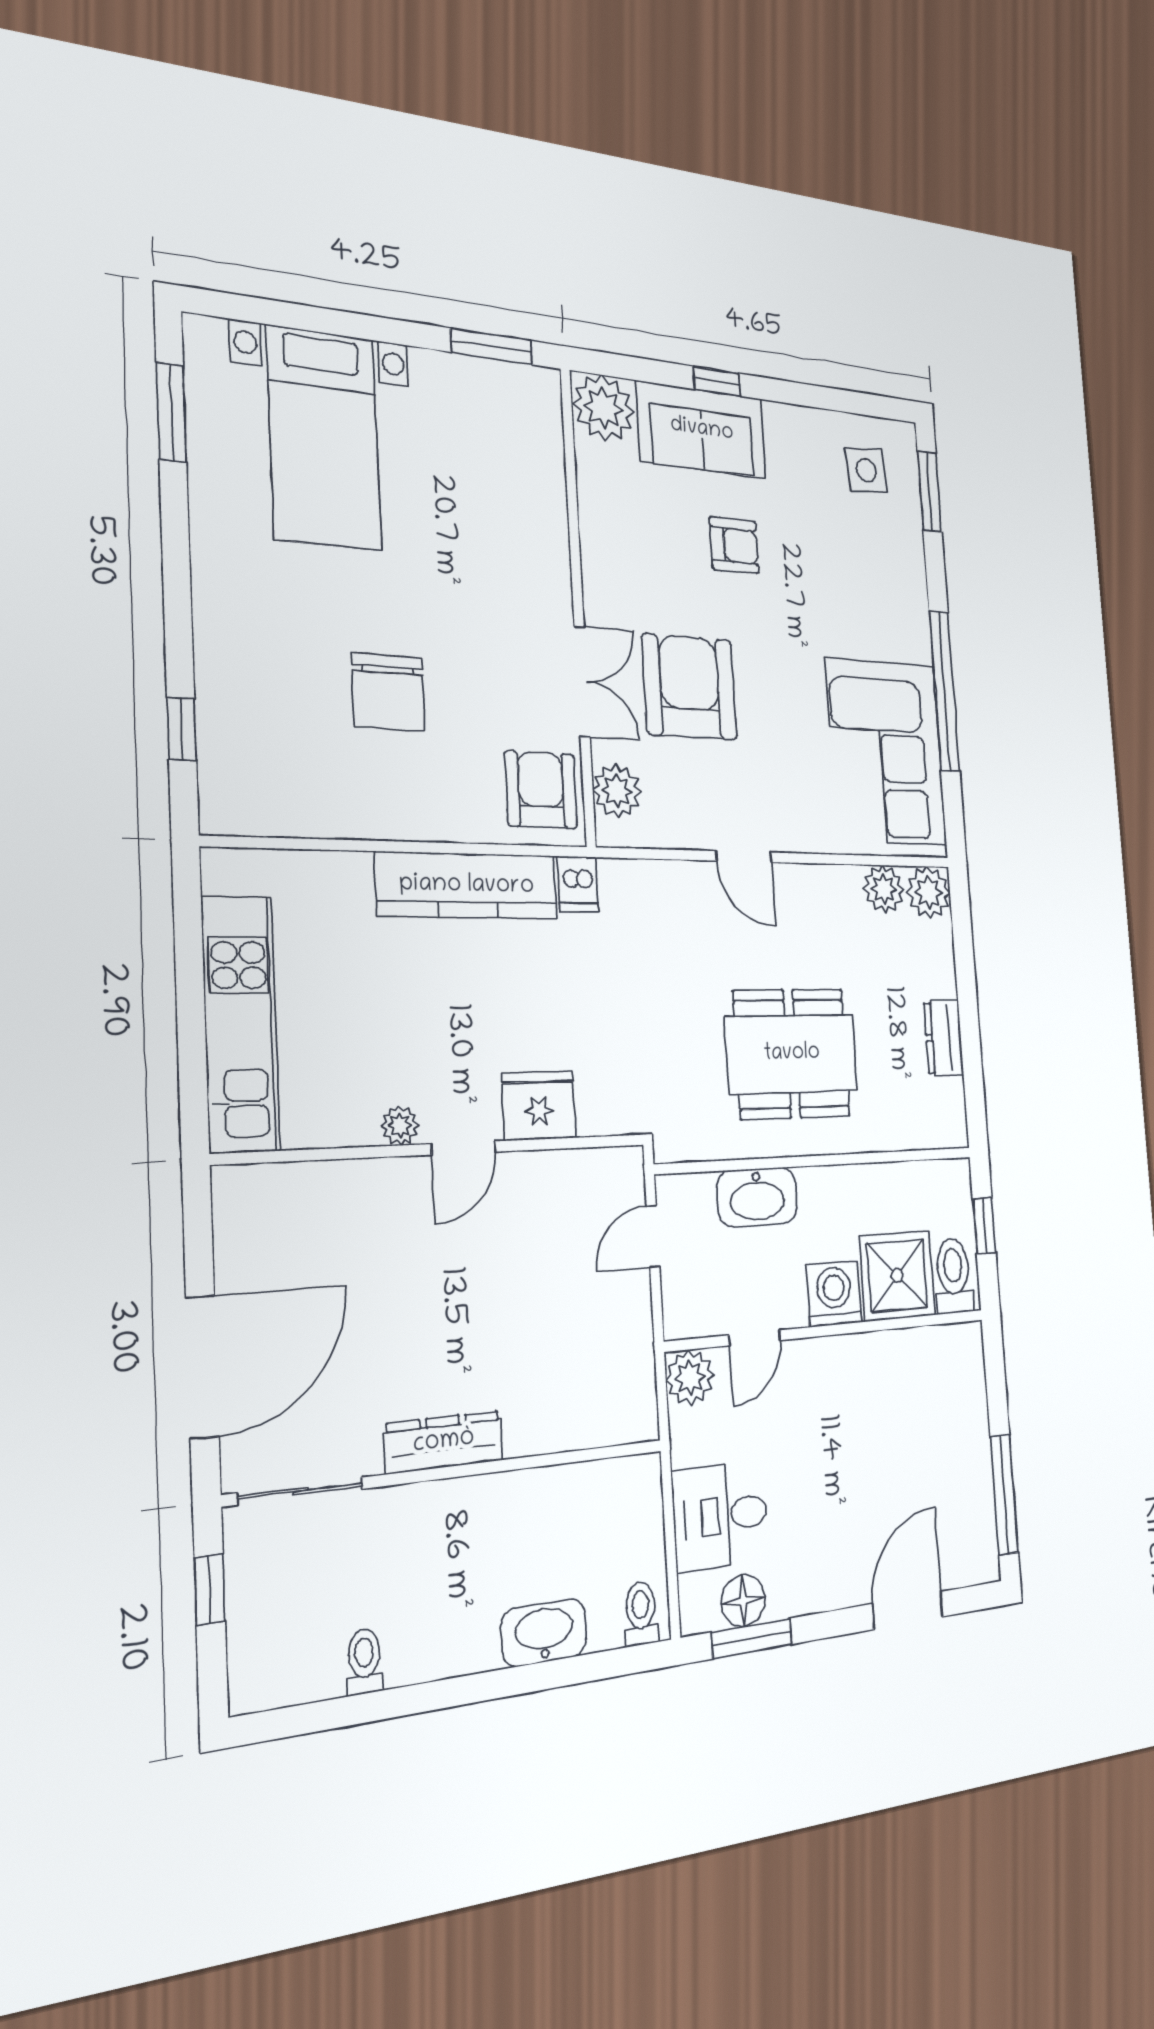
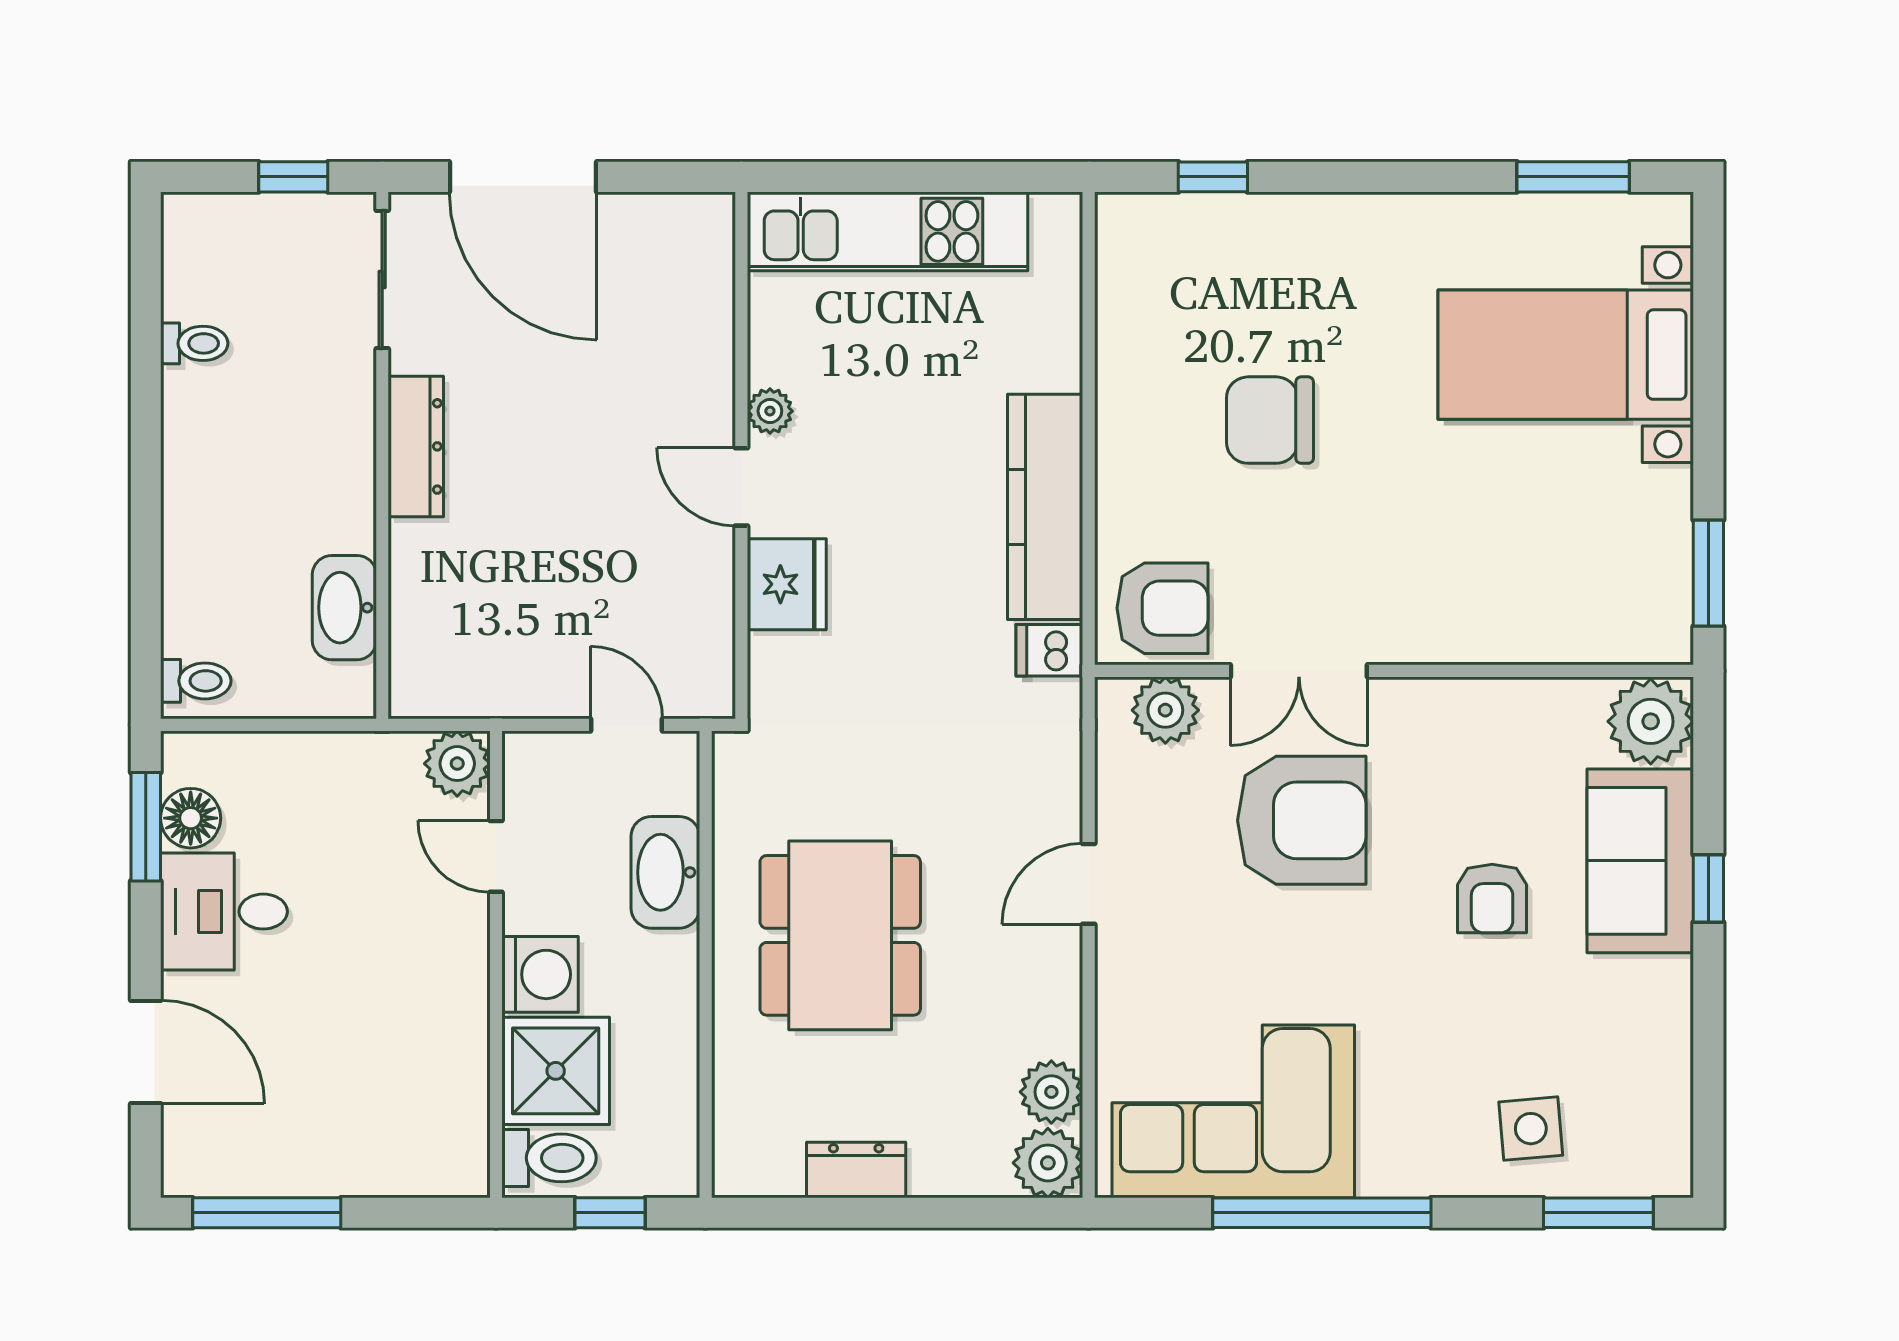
side table: (866, 470) -> (1531, 1129), moved
desk: (720, 1516) -> (224, 912), moved, turned -90
washbasin: (544, 1633) -> (344, 608), moved, turned 180

